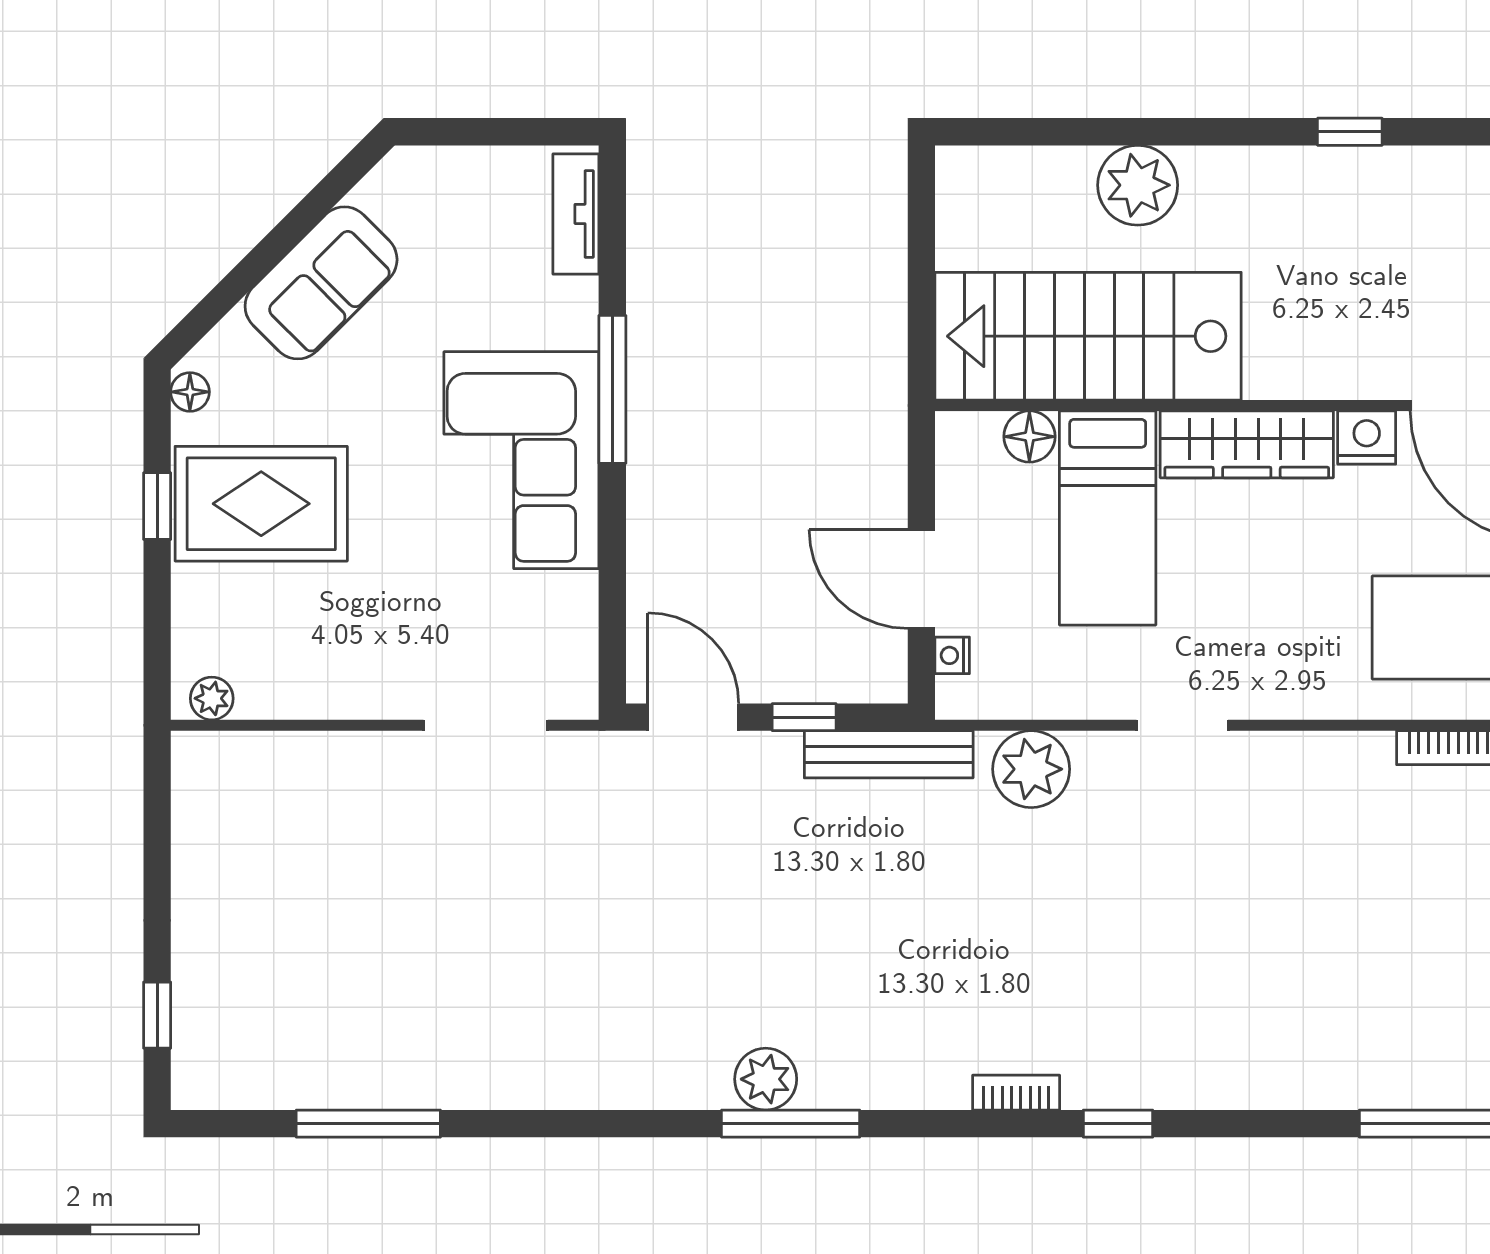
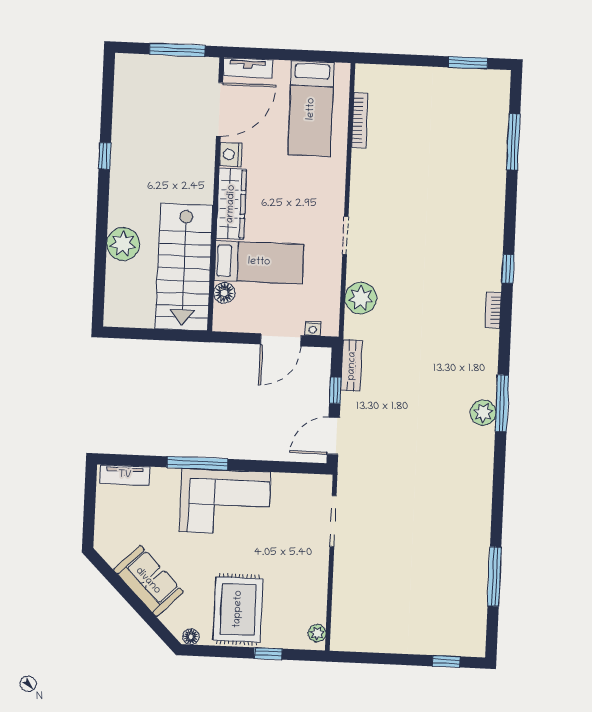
window: (157, 506) -> (268, 654), moved
bench: (889, 754) -> (352, 366), width x0.73

